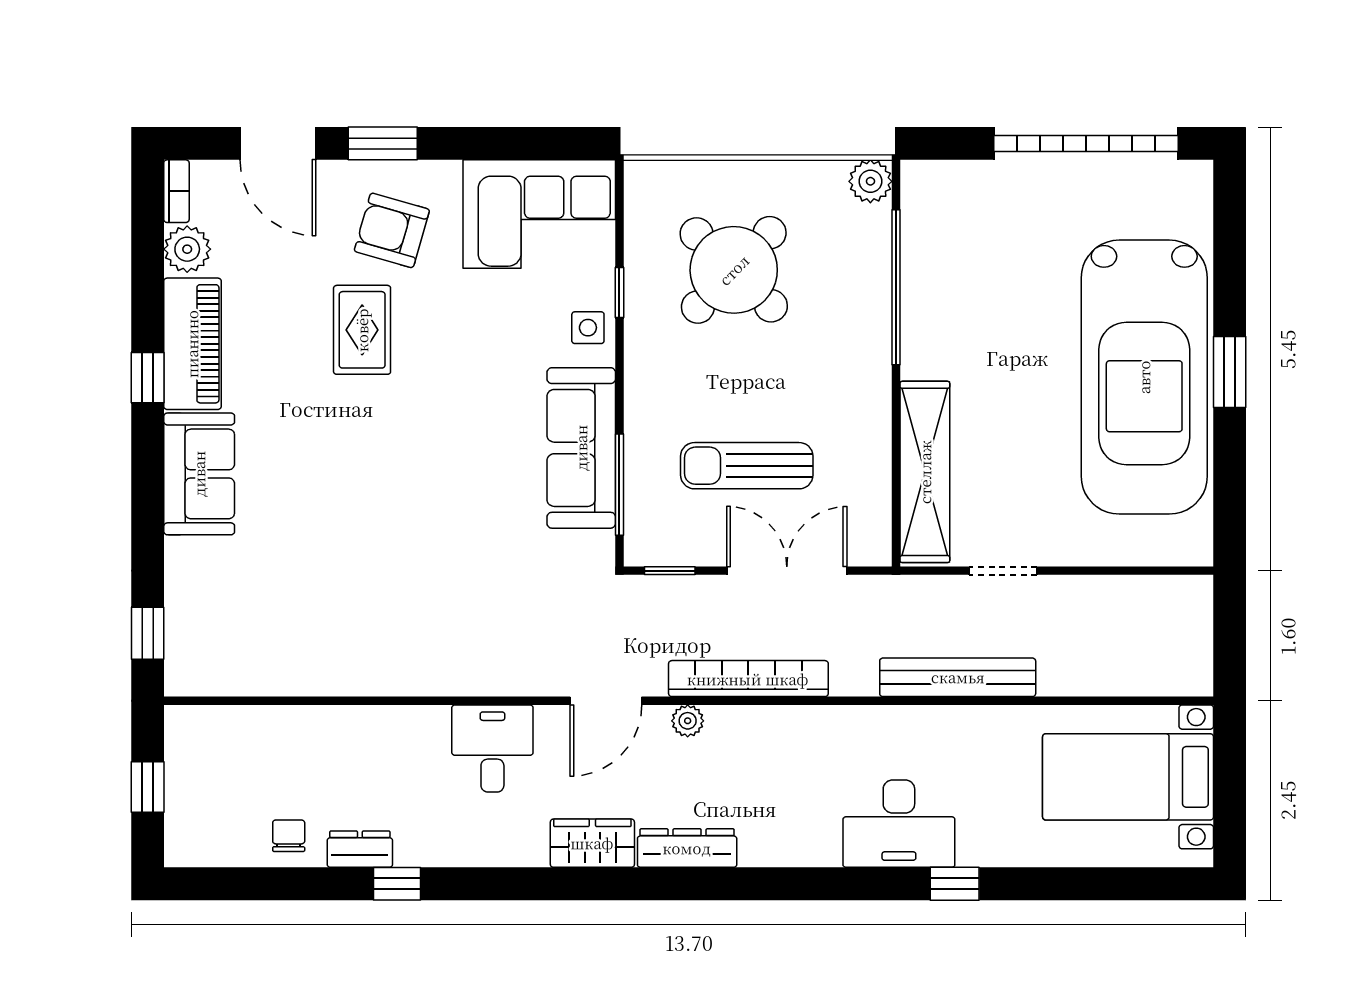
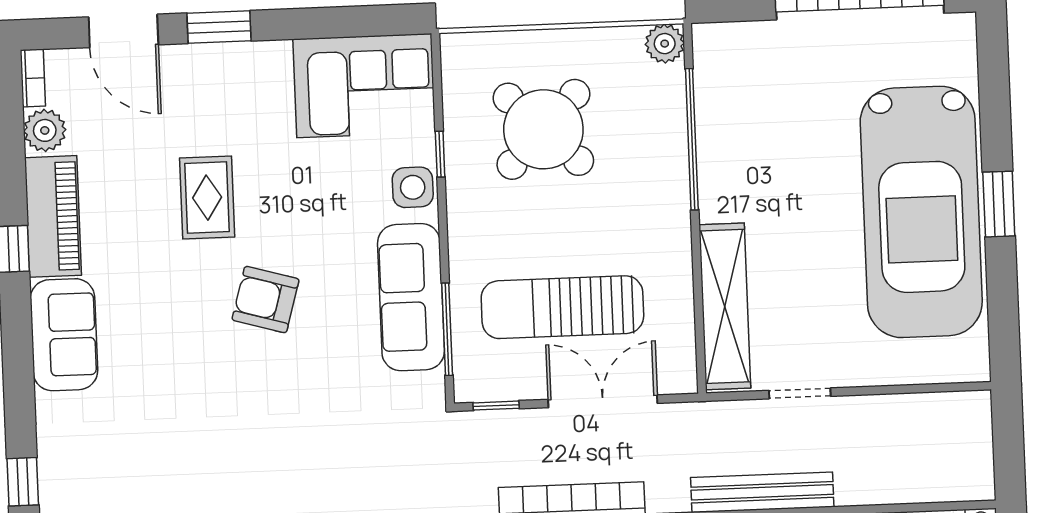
armchair: (392, 230) -> (266, 300), moved
side table: (588, 328) -> (413, 187), width x1.37, depth x1.37
sun lounger: (747, 466) -> (562, 307), width x1.36, depth x1.34

